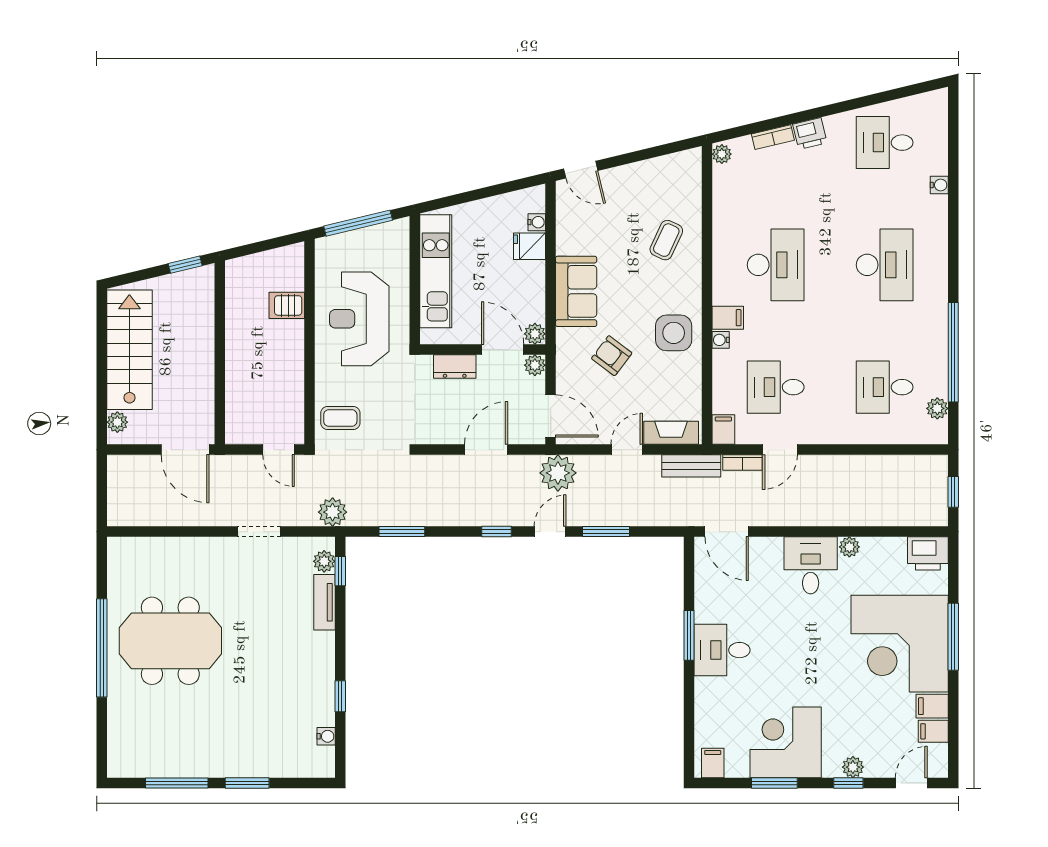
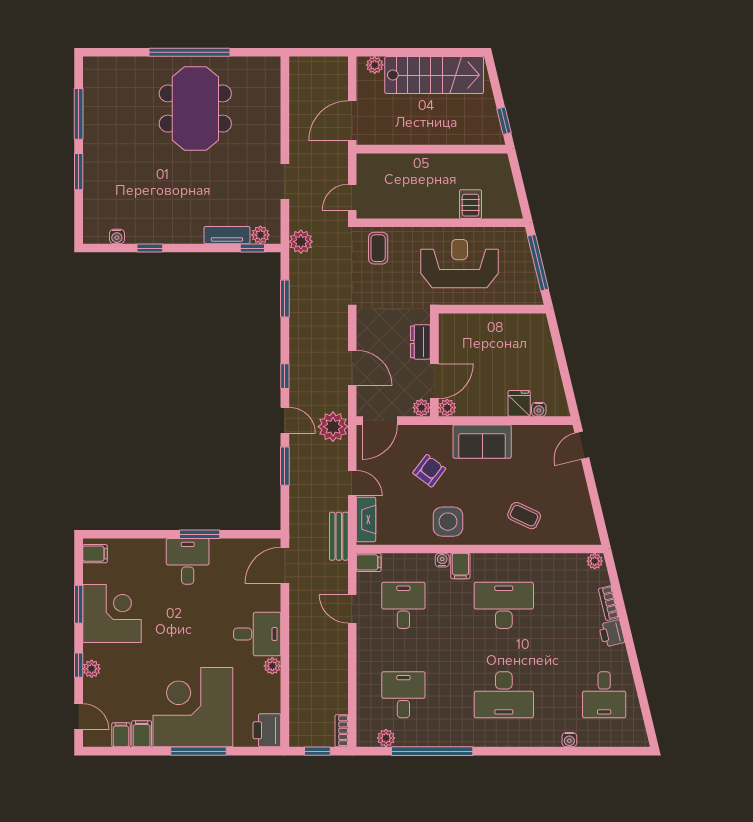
desk: (885, 143) -> (604, 695), turned 180
desk: (776, 265) -> (504, 605), turned 180
kitchen unit: (436, 271) -> (499, 326), removed
bookcase: (743, 463) -> (342, 731), moved

